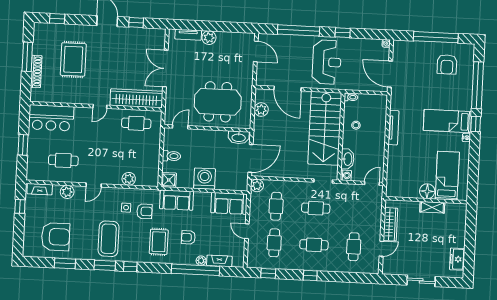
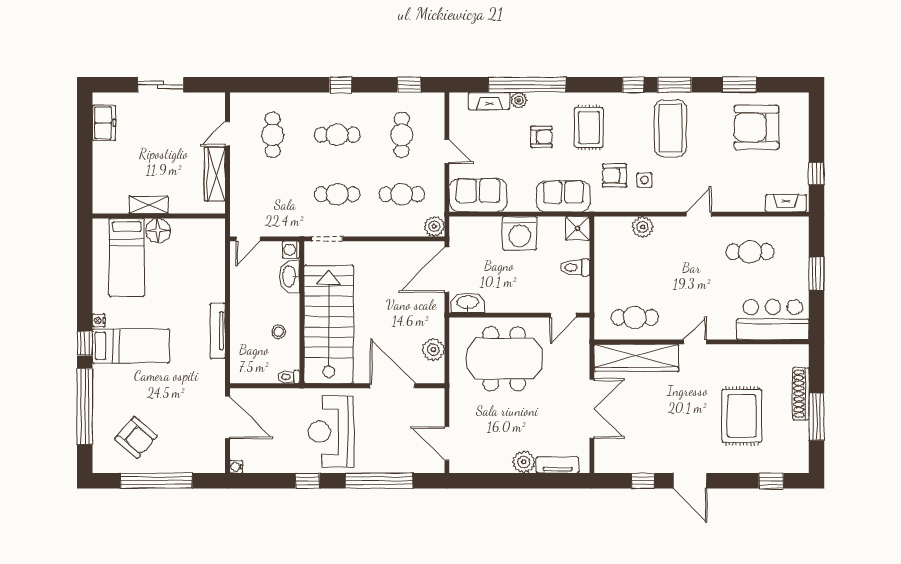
armchair: (447, 64) -> (136, 438), turned 131
plant: (67, 192) -> (741, 201), removed
cafe table: (276, 206) -> (402, 194), turned 90

